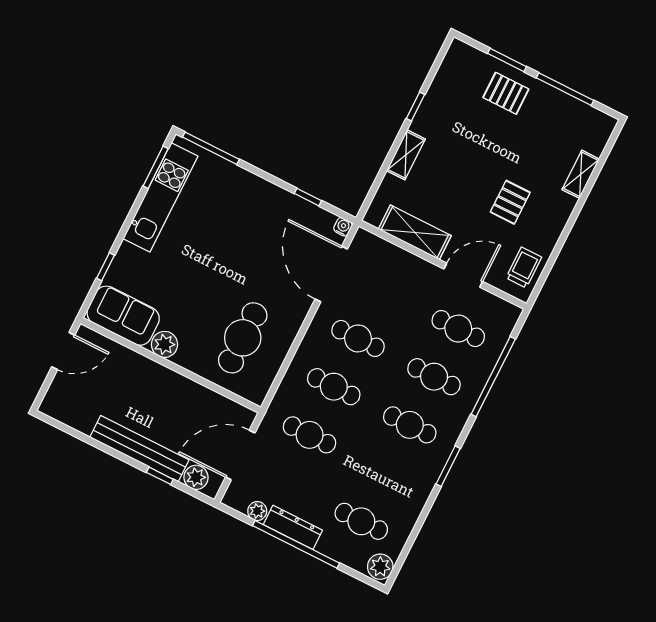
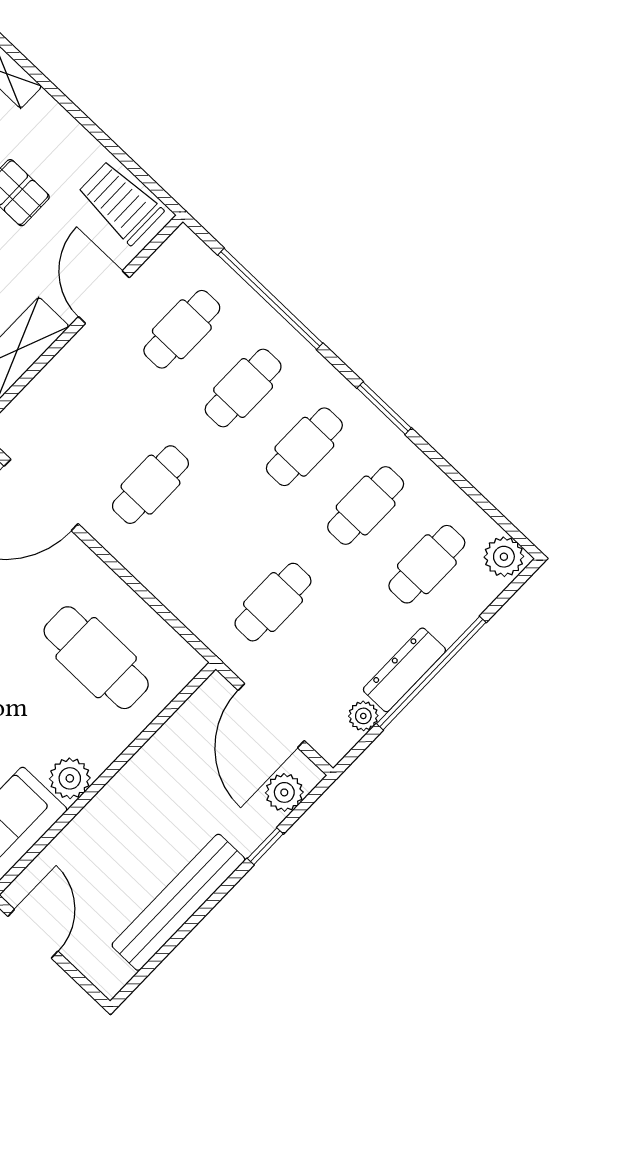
trolley: (524, 268) -> (120, 202), width x1.36, depth x1.39
cafe table: (334, 387) -> (366, 505), moved
bench: (139, 449) -> (178, 902), moved

